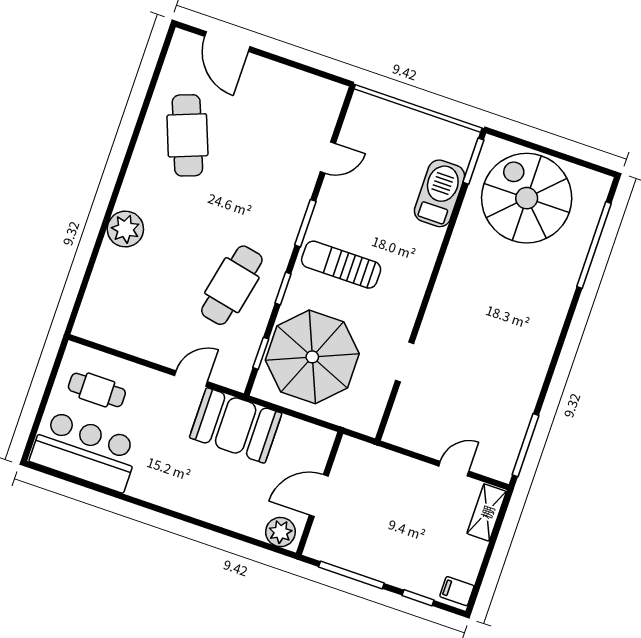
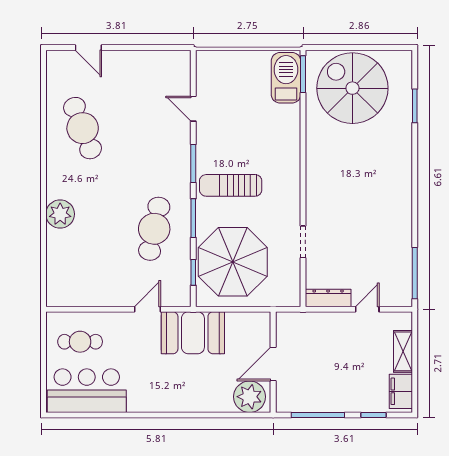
door: (227, 42) -> (88, 48), width x0.73
door: (328, 157) -> (193, 109), swing flipped
barbecue: (439, 193) -> (286, 78), moved
window: (594, 245) -> (415, 106), width x0.47
window: (283, 288) -> (193, 218), width x1.50
dresser: (412, 439) -> (328, 298), added
shelving: (487, 512) -> (403, 351), moved
plant: (280, 532) -> (250, 397), width x1.36, depth x1.36
filing cabinet: (457, 591) -> (401, 391), width x2.00

